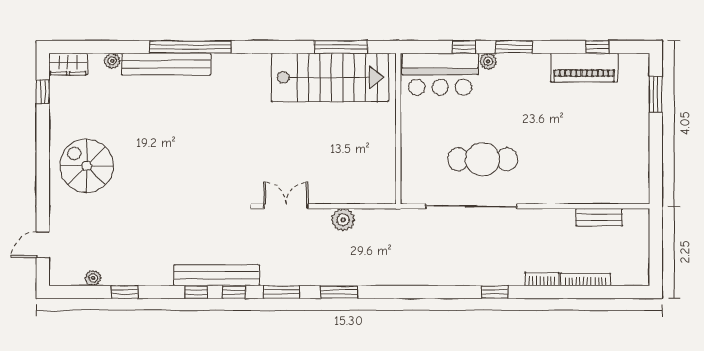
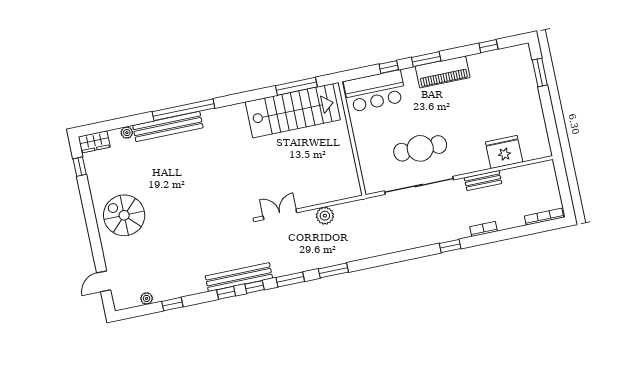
plant: (488, 61) -> (409, 74), removed
piano: (584, 68) -> (443, 72), moved
fridge: (589, 186) -> (504, 152), added
bench: (599, 217) -> (483, 181), moved
bookcase: (586, 280) -> (544, 217), moved

